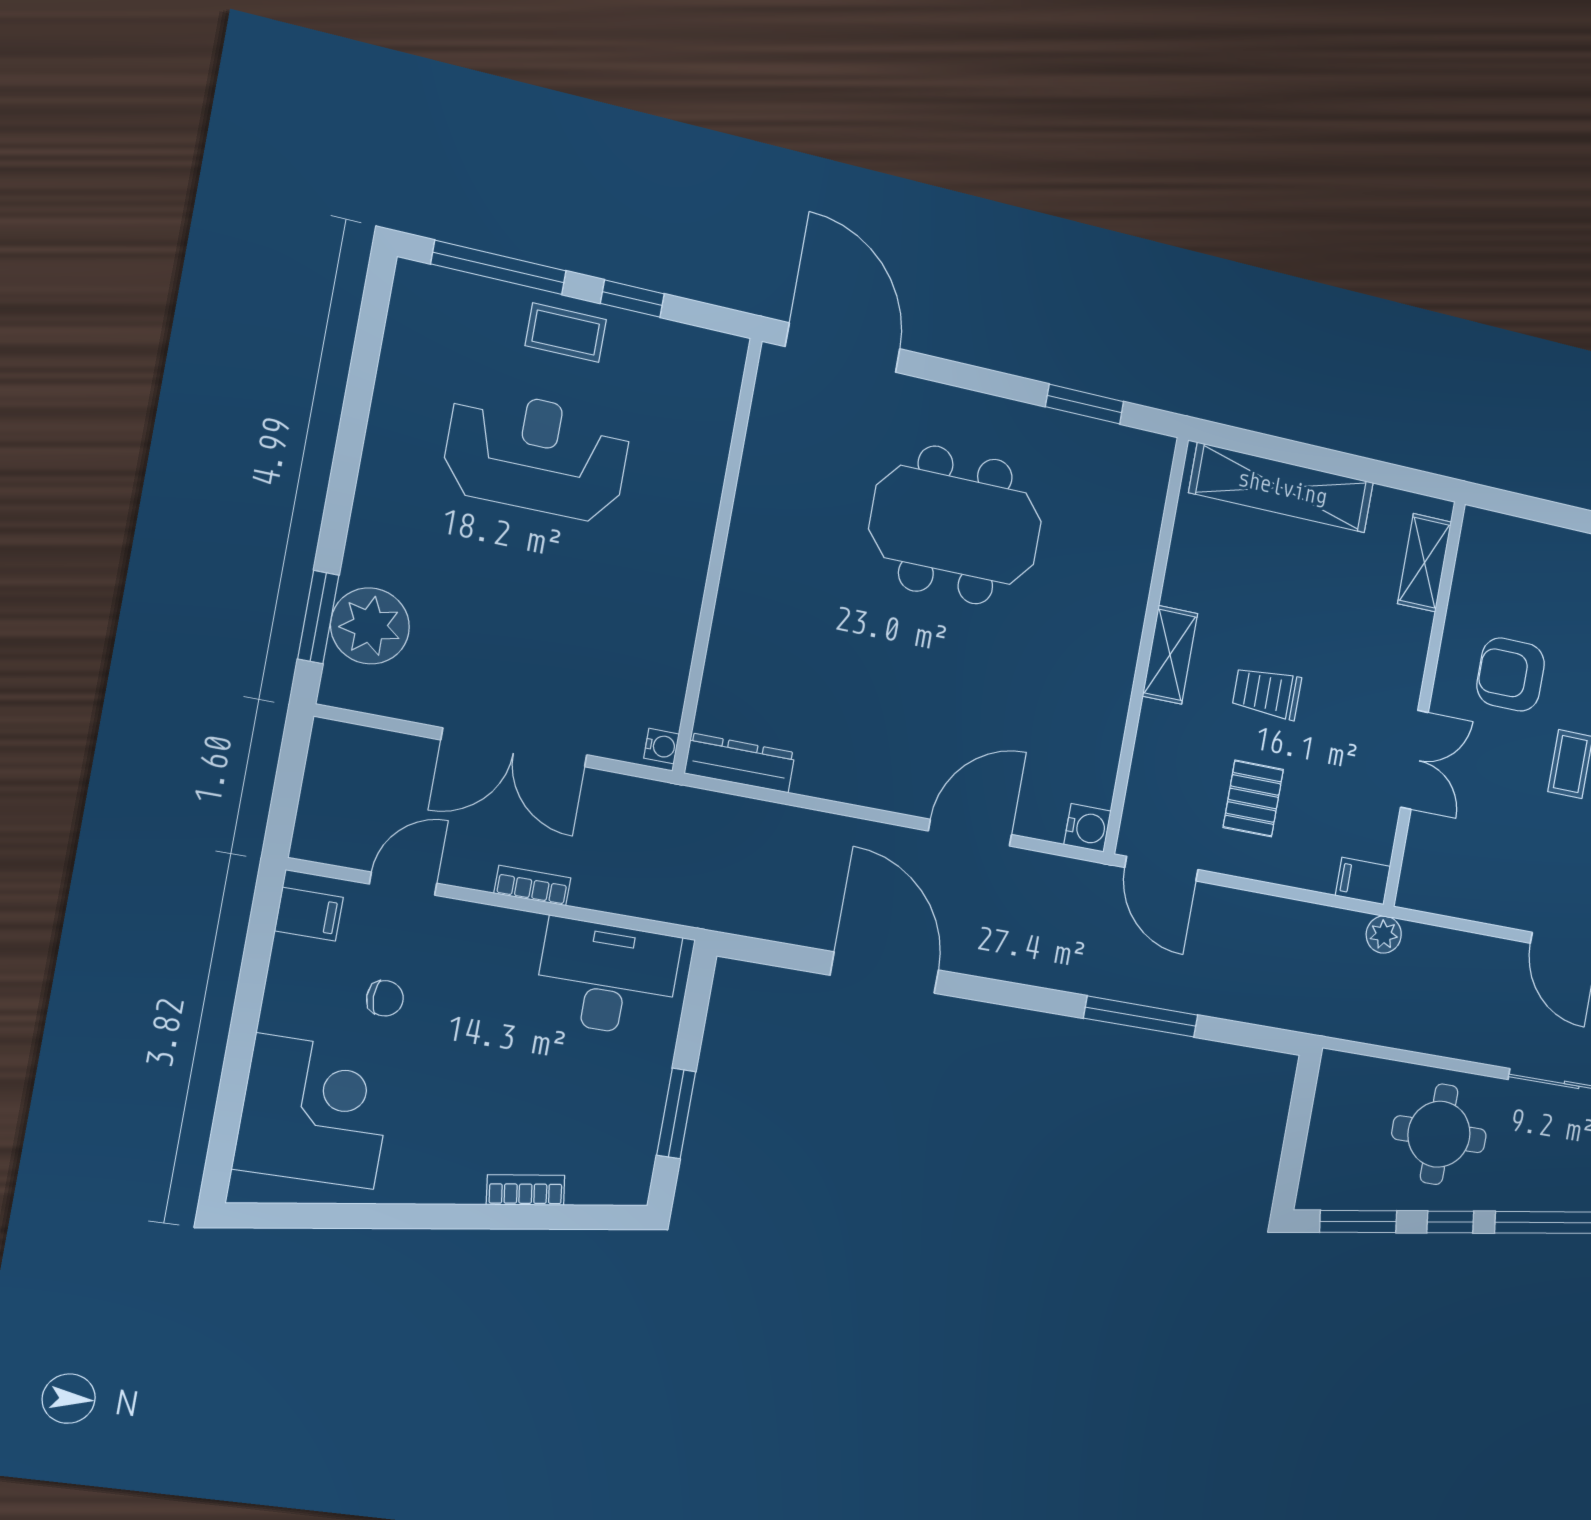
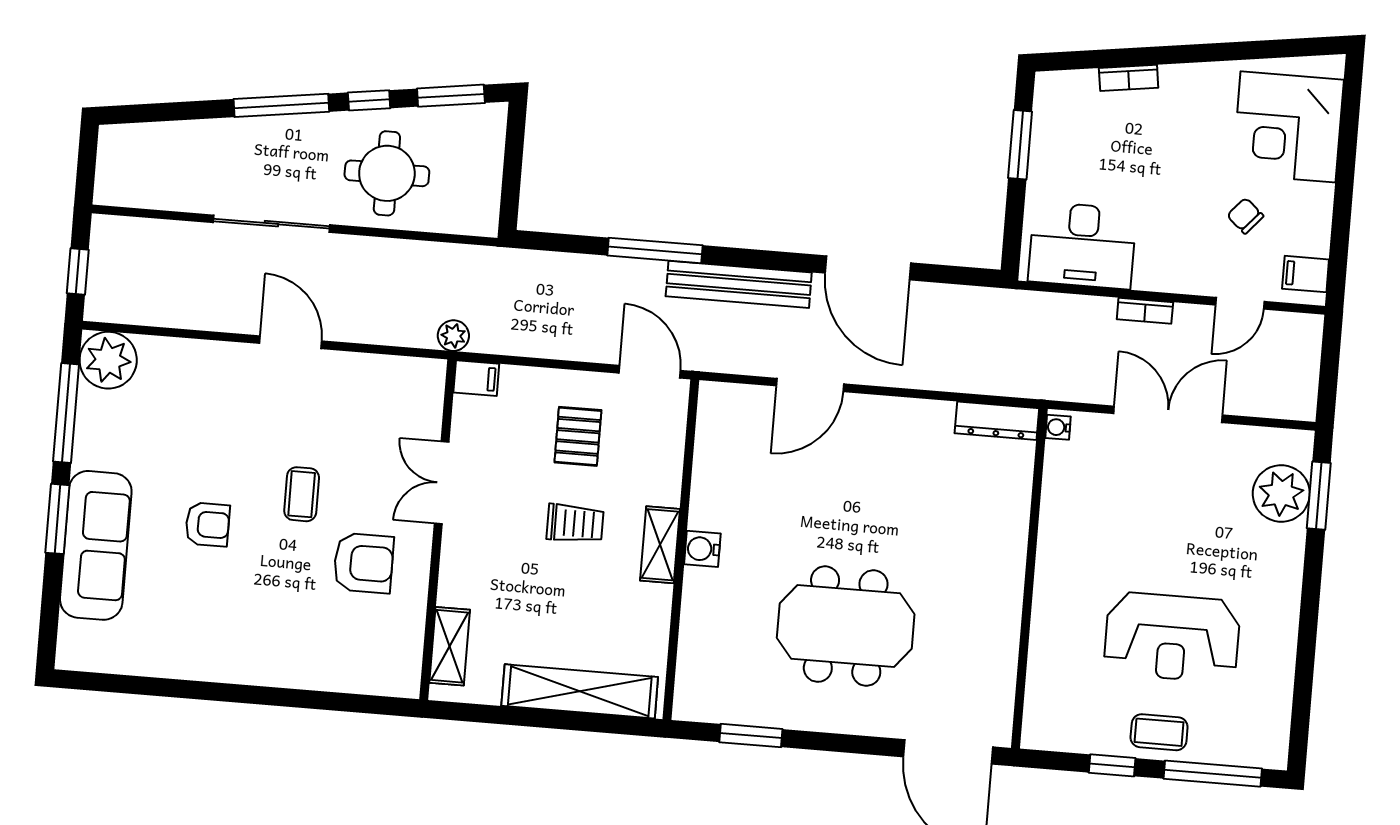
water cooler: (1087, 828) -> (702, 549), moved
bench: (1045, 966) -> (739, 284), added
chair: (385, 998) -> (1245, 216), turned 41

